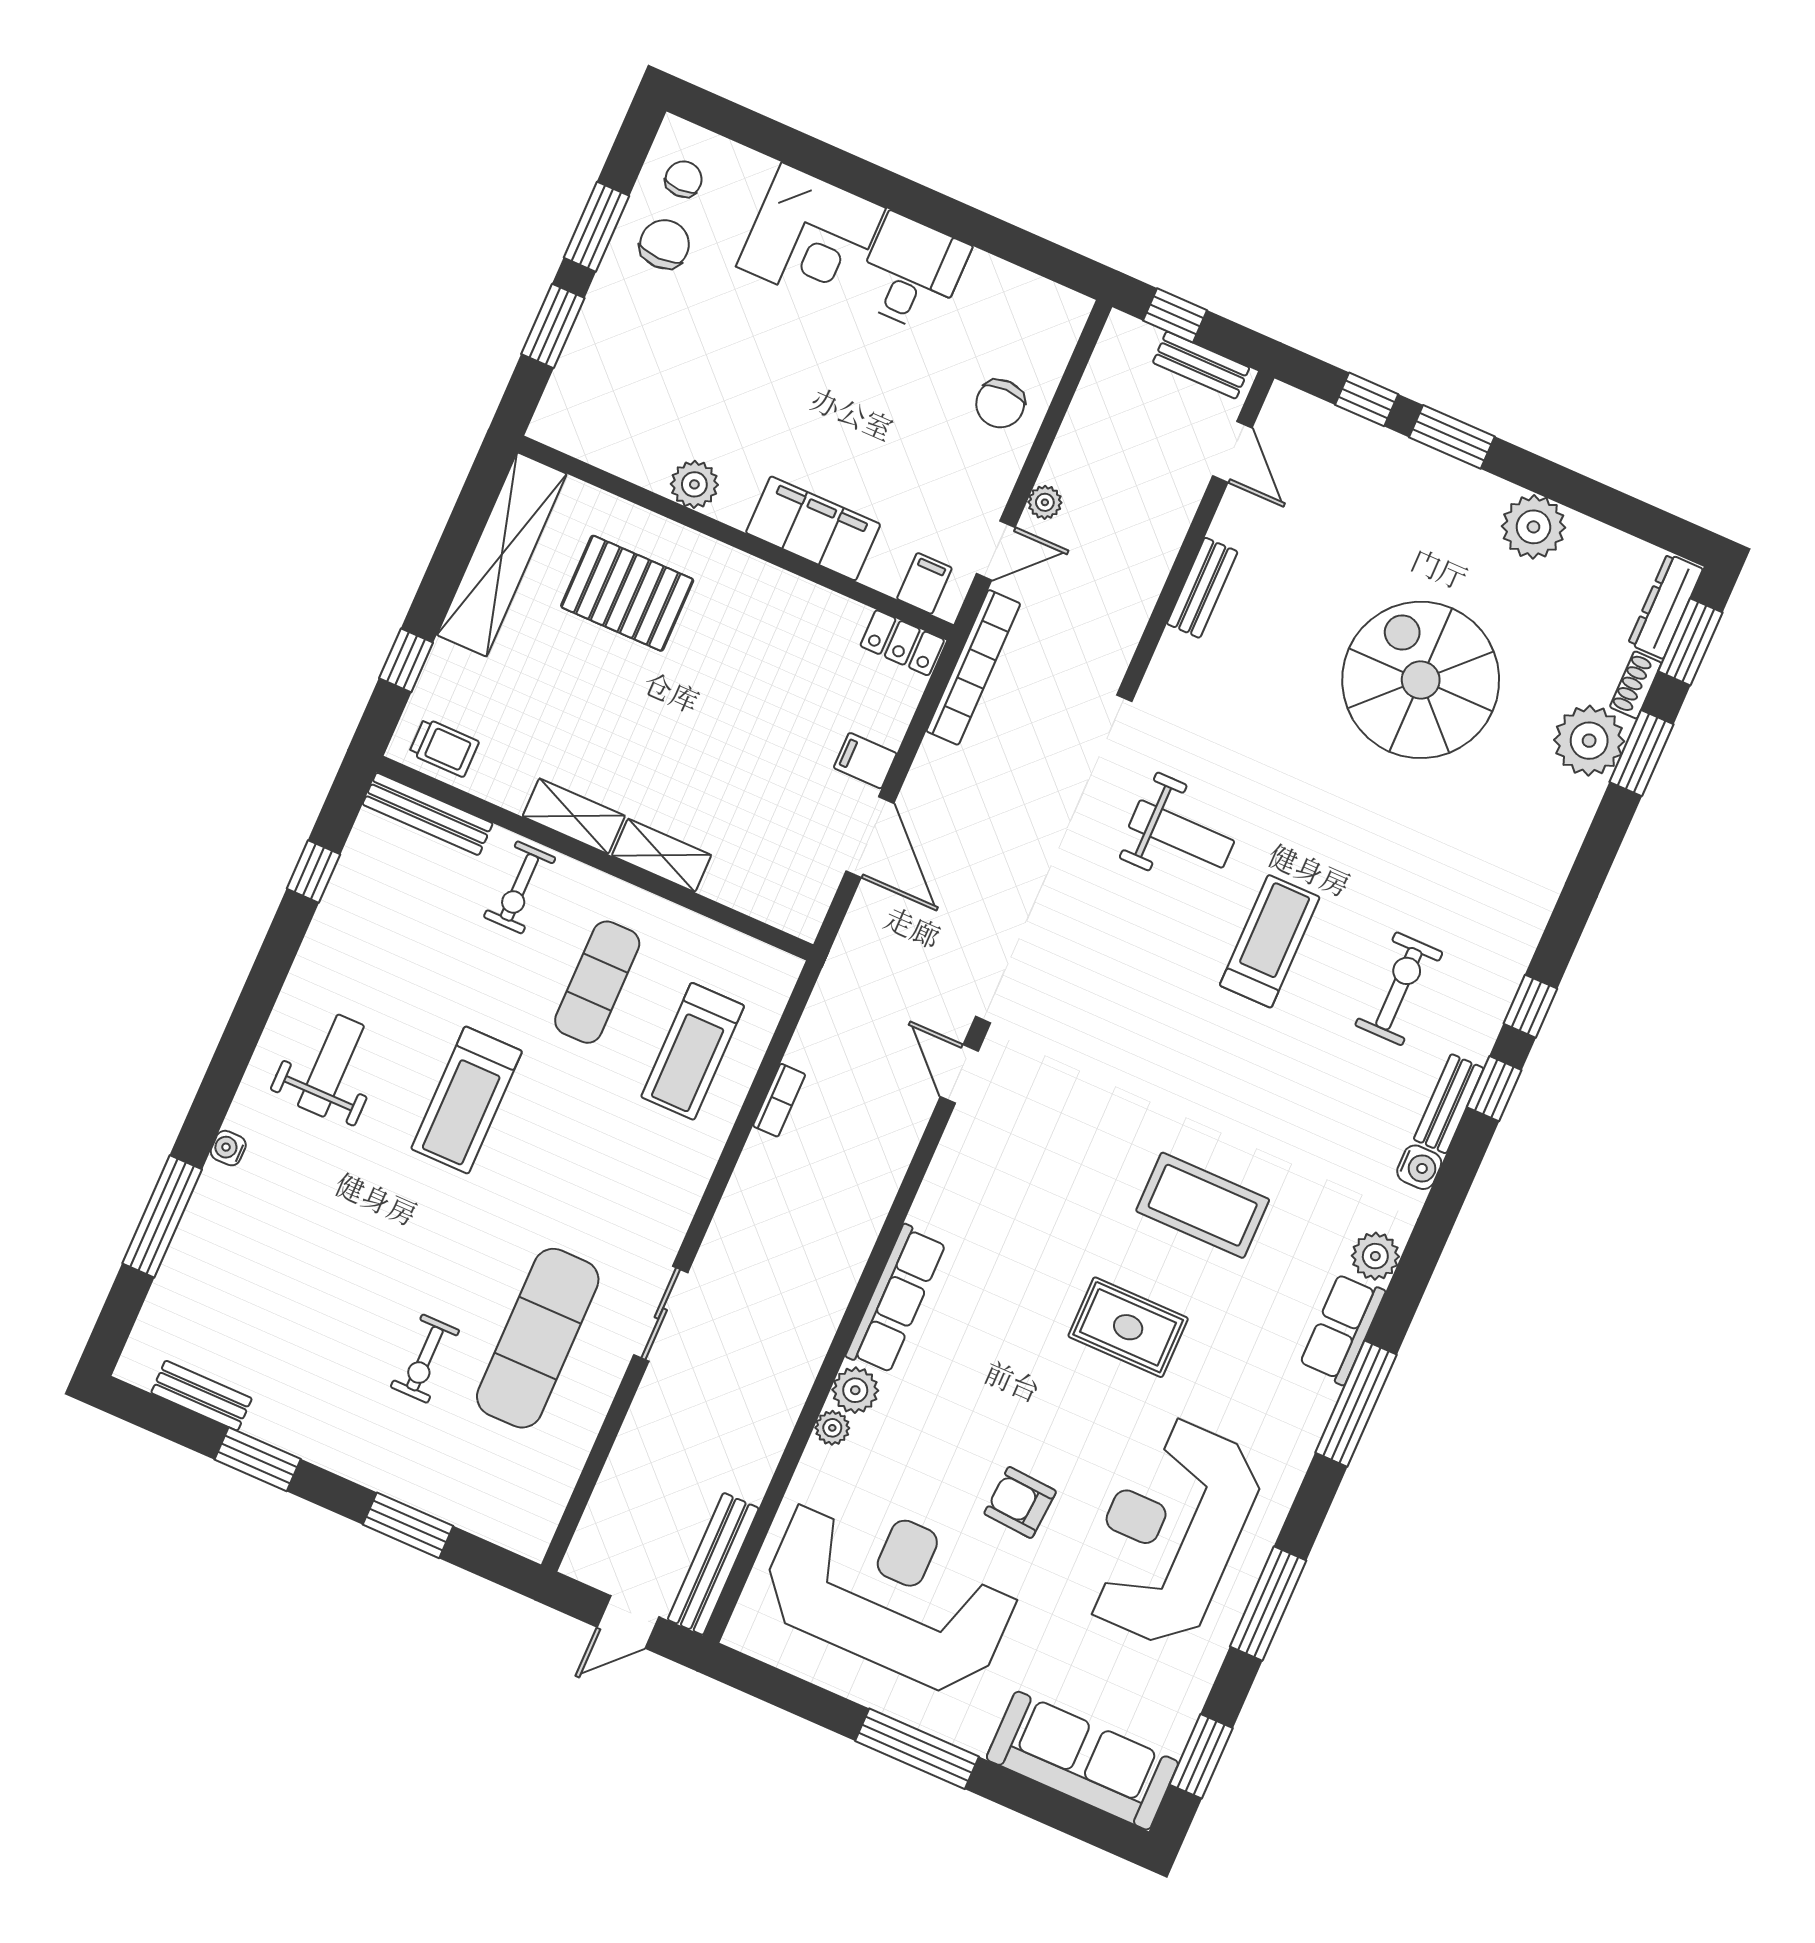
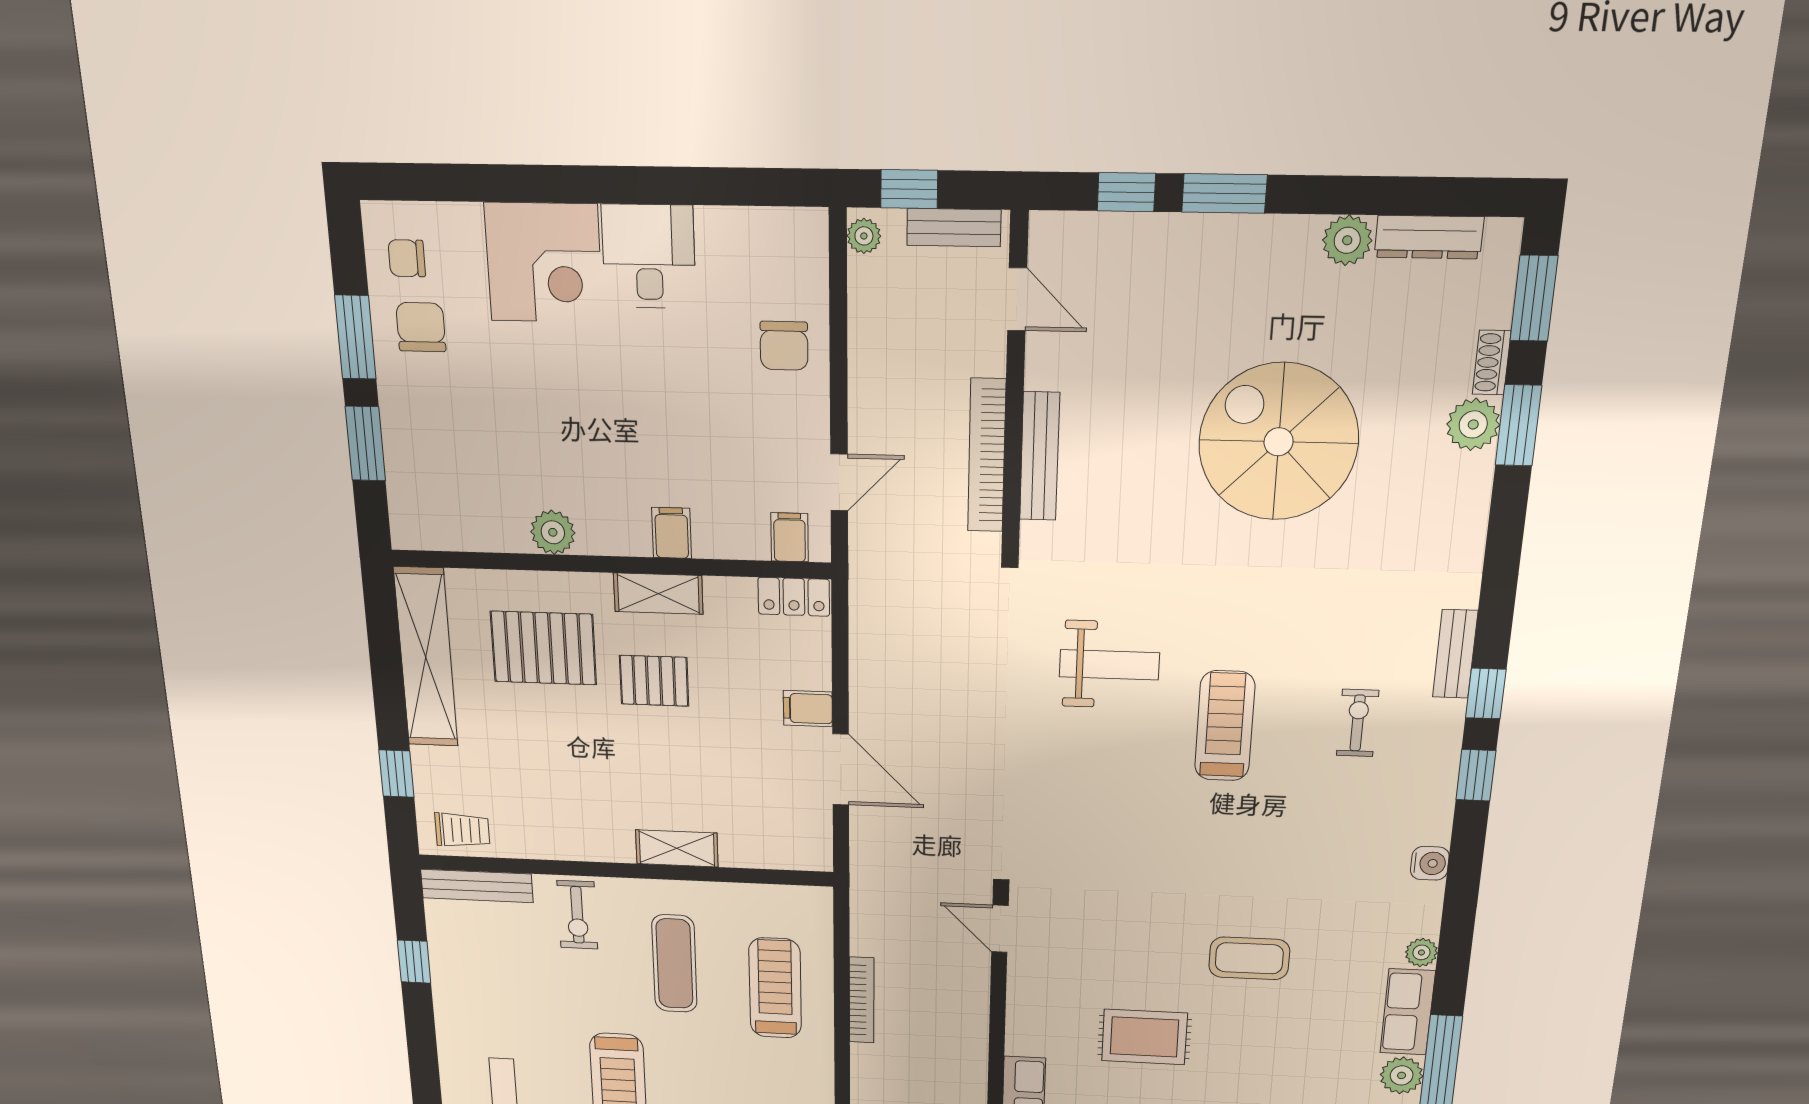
chair: (684, 179) -> (407, 258), turned -90
plant: (1045, 502) -> (864, 236), moved
plant: (1533, 527) -> (1347, 240), width x0.73, depth x0.73
filing cabinet: (813, 528) -> (672, 533), width x0.33, depth x0.86
bench: (1202, 588) -> (1040, 456), width x1.36
dresser: (1665, 606) -> (1429, 237), moved, turned -90
bookcase: (973, 667) -> (987, 456), moved, turned 180
pallet: (723, 671) -> (654, 681), added
plant: (1589, 741) -> (1473, 424), width x0.73, depth x0.73
shelving: (574, 816) -> (658, 594), moved
exercise bike: (1399, 989) -> (1358, 723), width x0.73, depth x0.72
treadmill: (693, 1051) -> (775, 988), turned 180
bookcase: (779, 1100) -> (862, 1000), width x1.56
bench: (1449, 1104) -> (1455, 654), moved
coffee table: (1203, 1205) -> (1249, 958), width x0.73, depth x0.76
plant: (1375, 1256) -> (1421, 952), width x0.73, depth x0.73
rug: (1128, 1327) -> (1144, 1037), moved
plant: (1312, 1402) -> (1402, 1075), added

